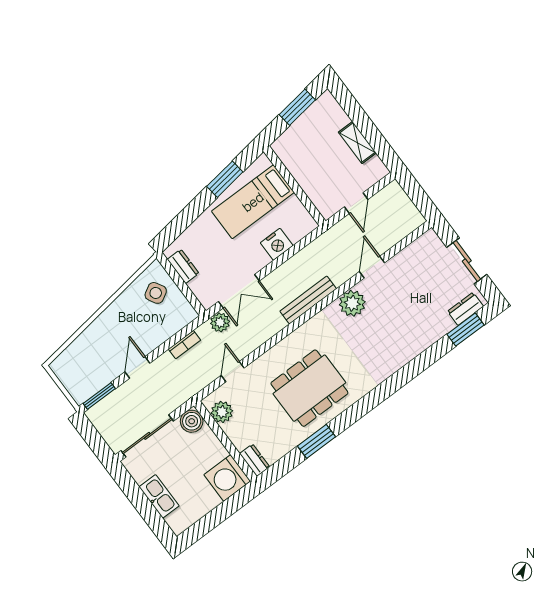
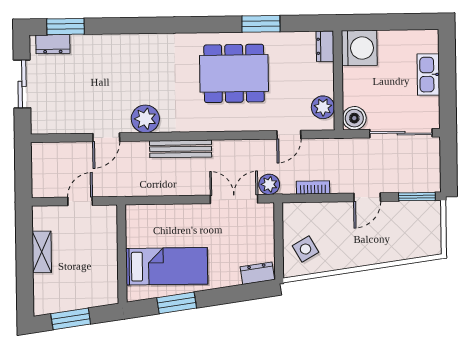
nightstand: (277, 244) -> (173, 216), removed
dresser: (183, 266) -> (257, 273), moved, turned 82

